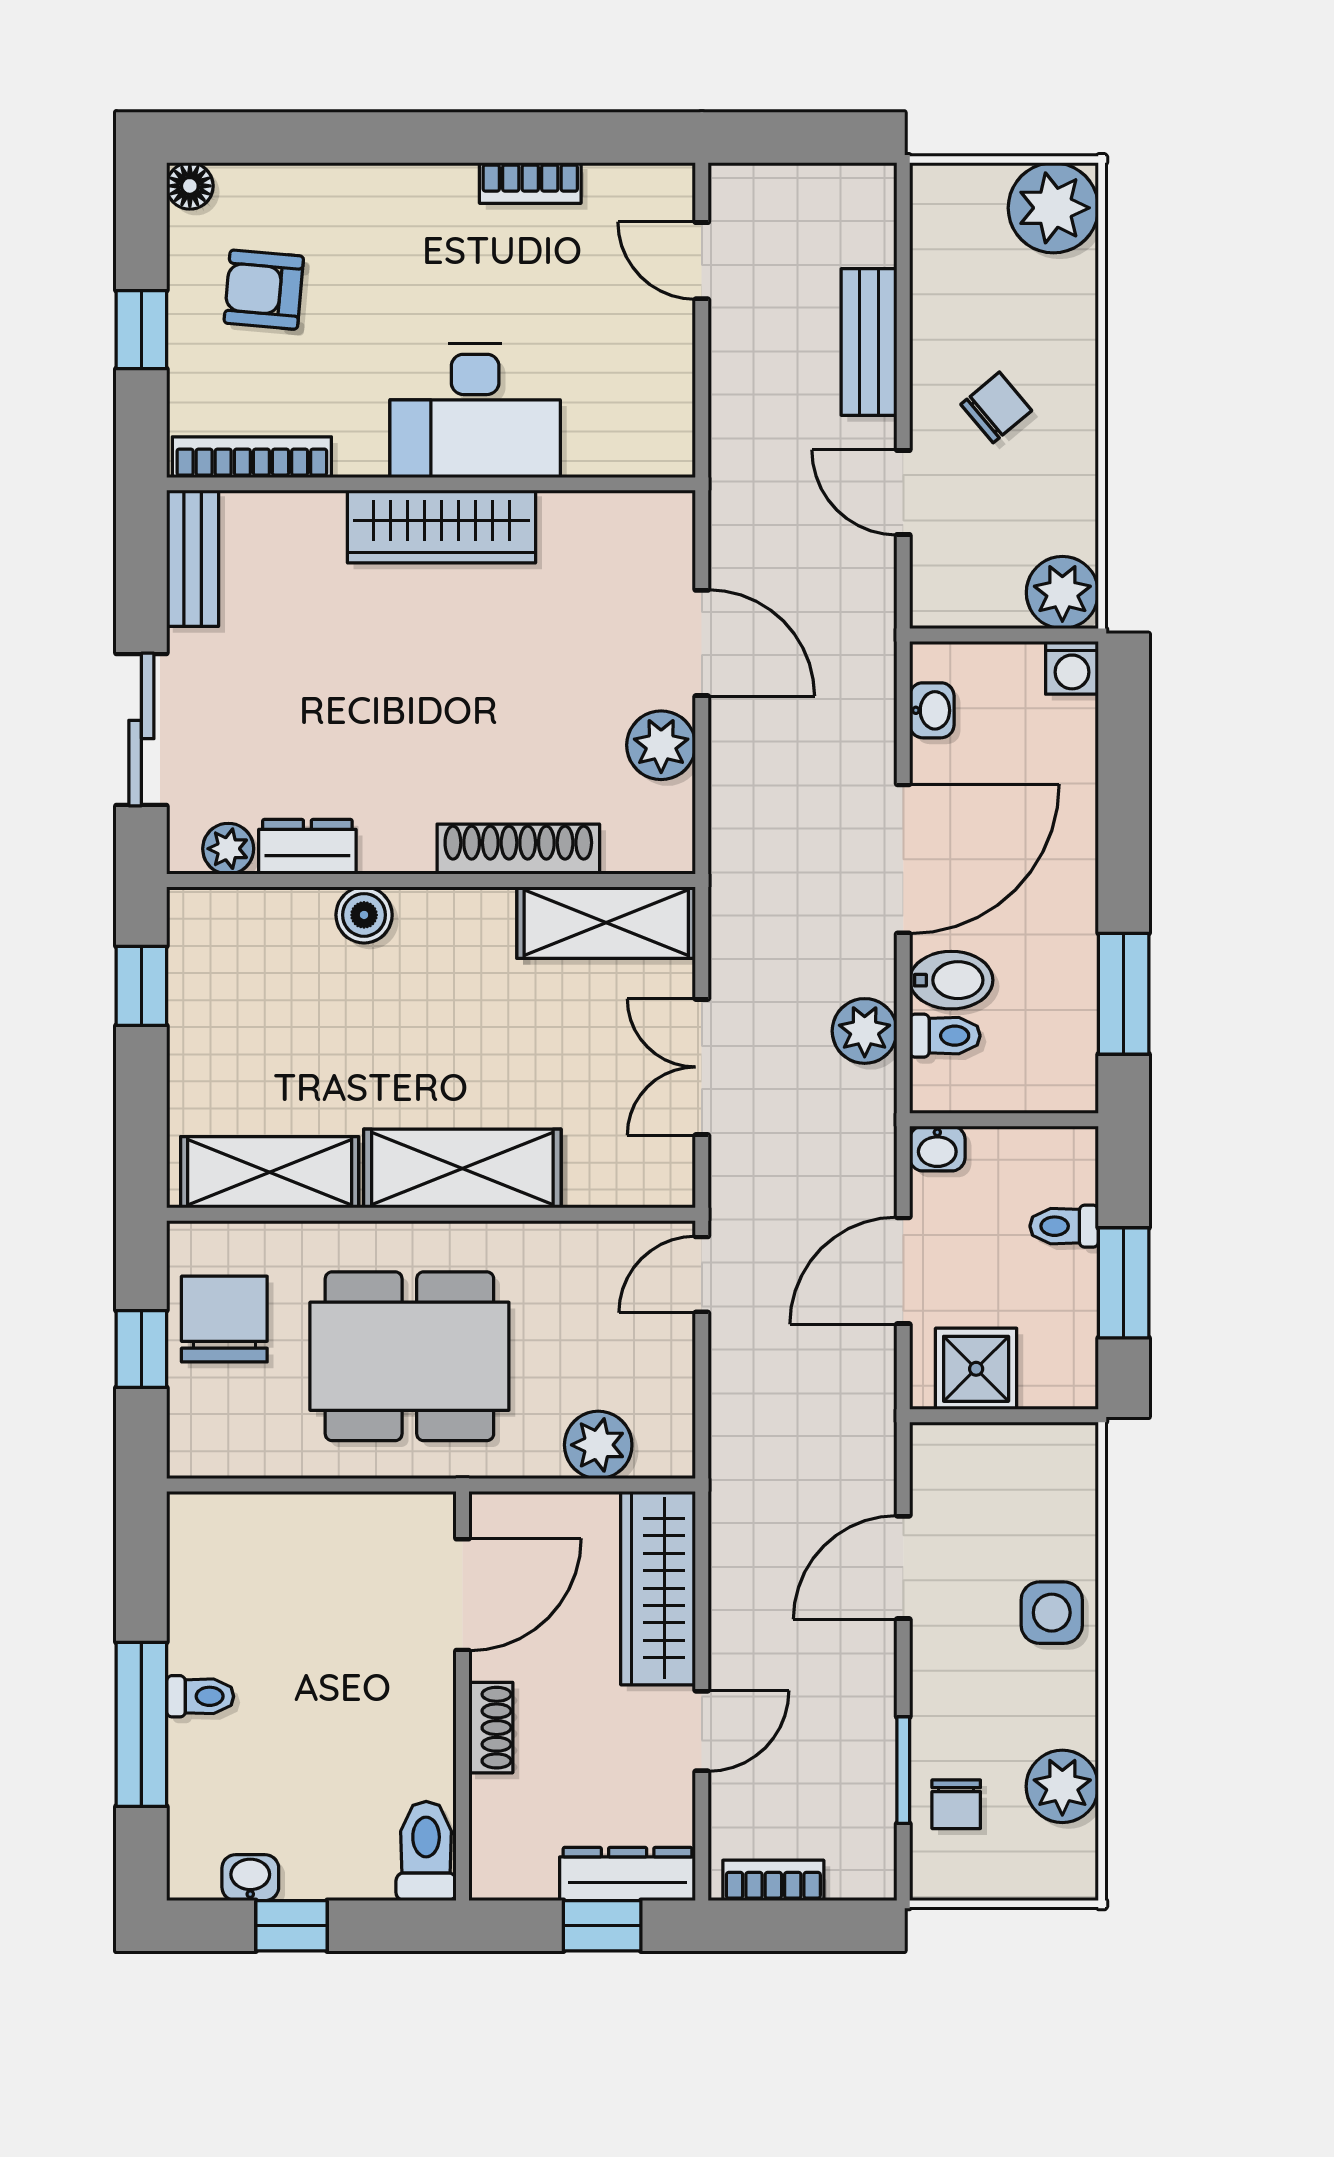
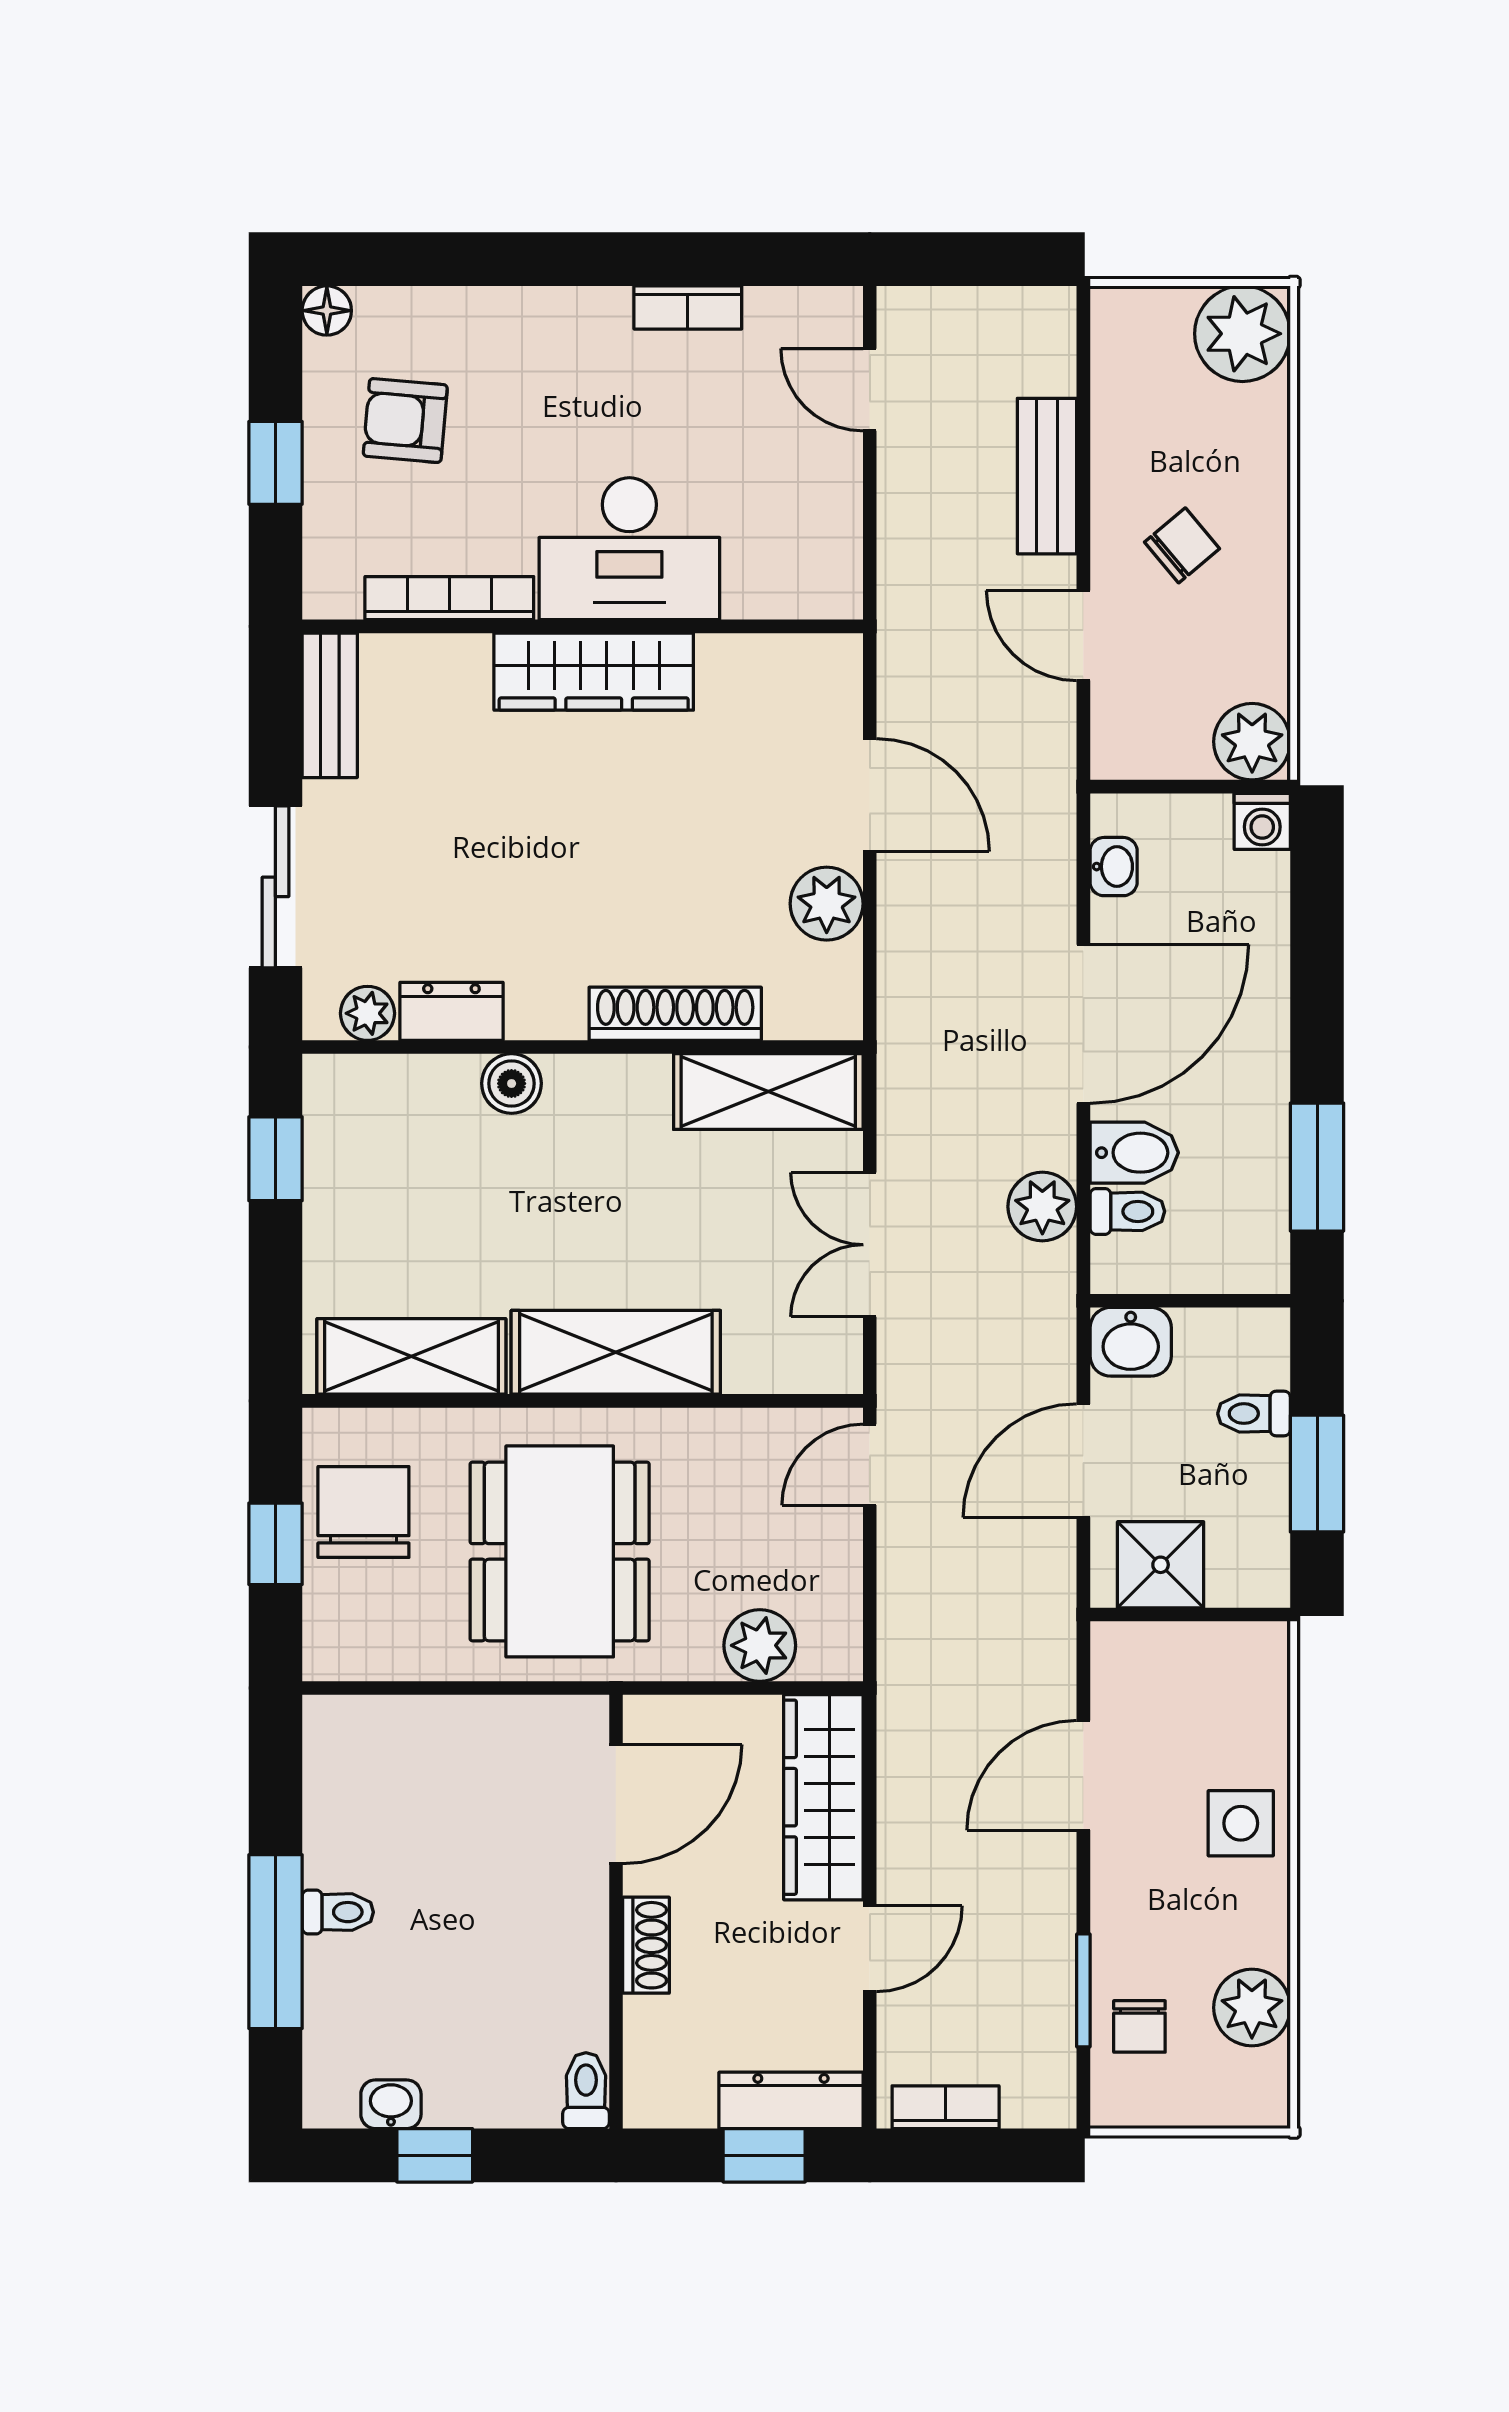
bookcase: (252, 457) -> (449, 598), moved
washbasin: (937, 1149) -> (1131, 1342), width x1.38, depth x1.45
dining table: (409, 1356) -> (560, 1551), turned 90
toilet: (426, 1851) -> (586, 2091), width x0.73, depth x0.72

